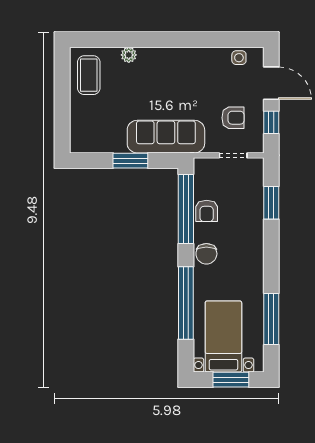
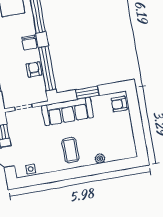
coffee table: (89, 75) -> (70, 150), moved
armchair: (233, 118) -> (119, 104), moved
chair: (206, 254) -> (29, 43), turned 180

